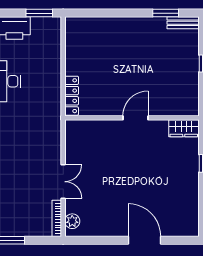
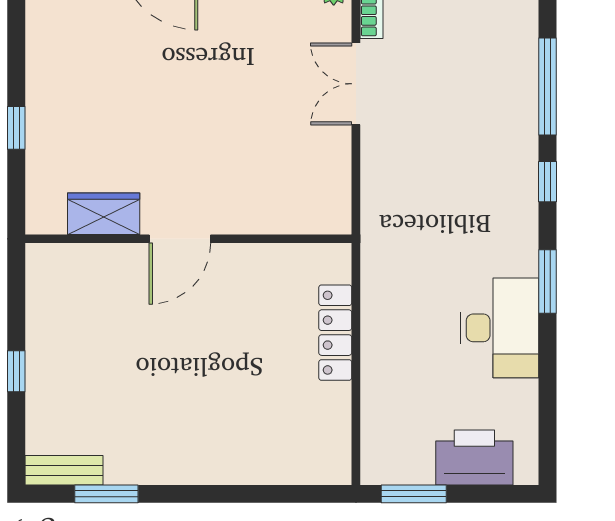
locker: (72, 96) -> (335, 333), moved
wardrobe: (184, 128) -> (104, 214), moved

